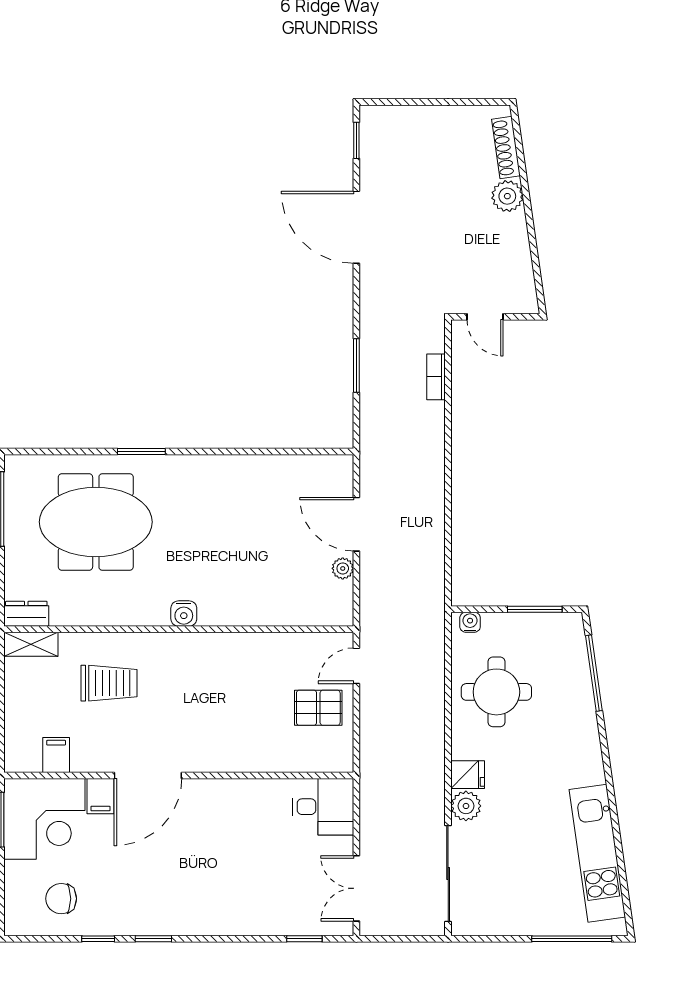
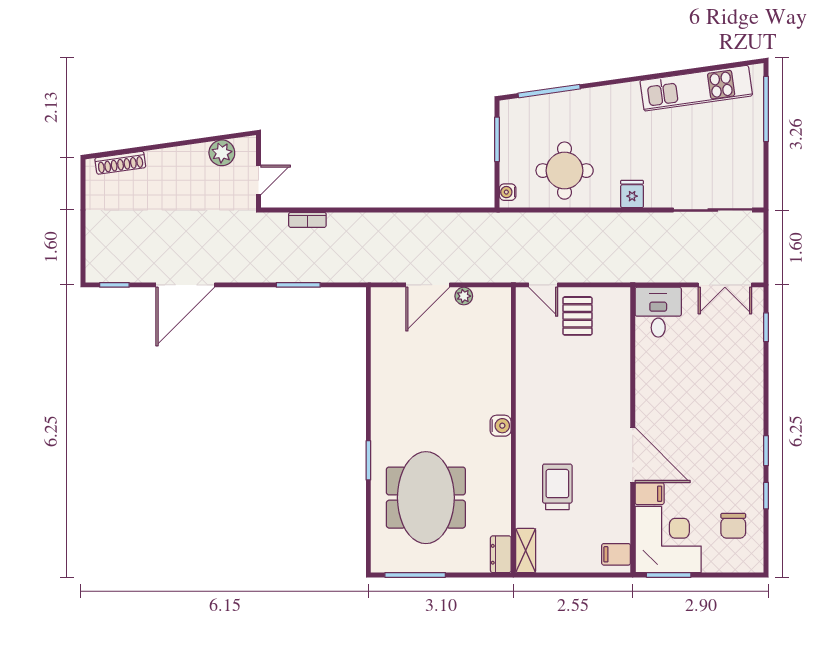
plant: (507, 196) -> (222, 153), moved
filing cabinet: (56, 755) -> (616, 554), moved
plant: (466, 806) -> (658, 195), removed

